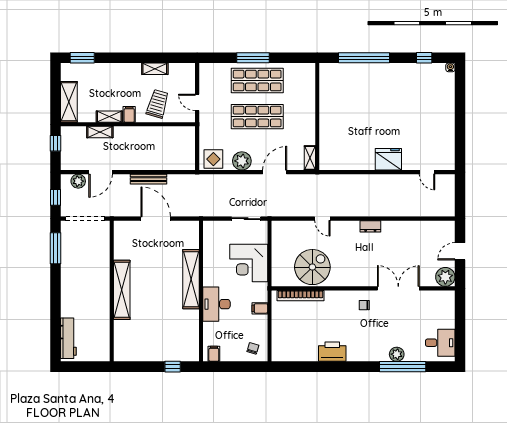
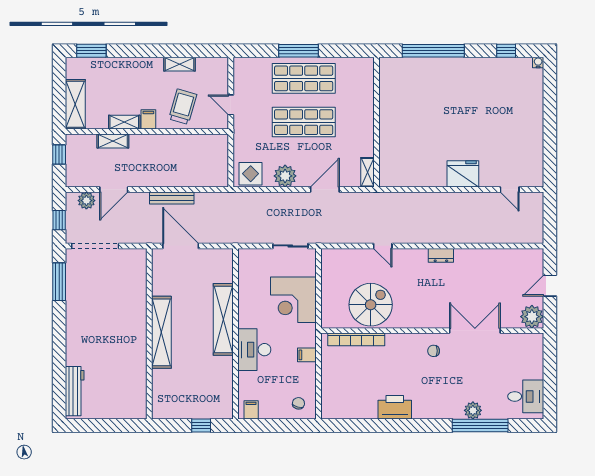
shelving: (122, 290) -> (161, 332), moved
wall: (112, 291) -> (149, 334), moved

